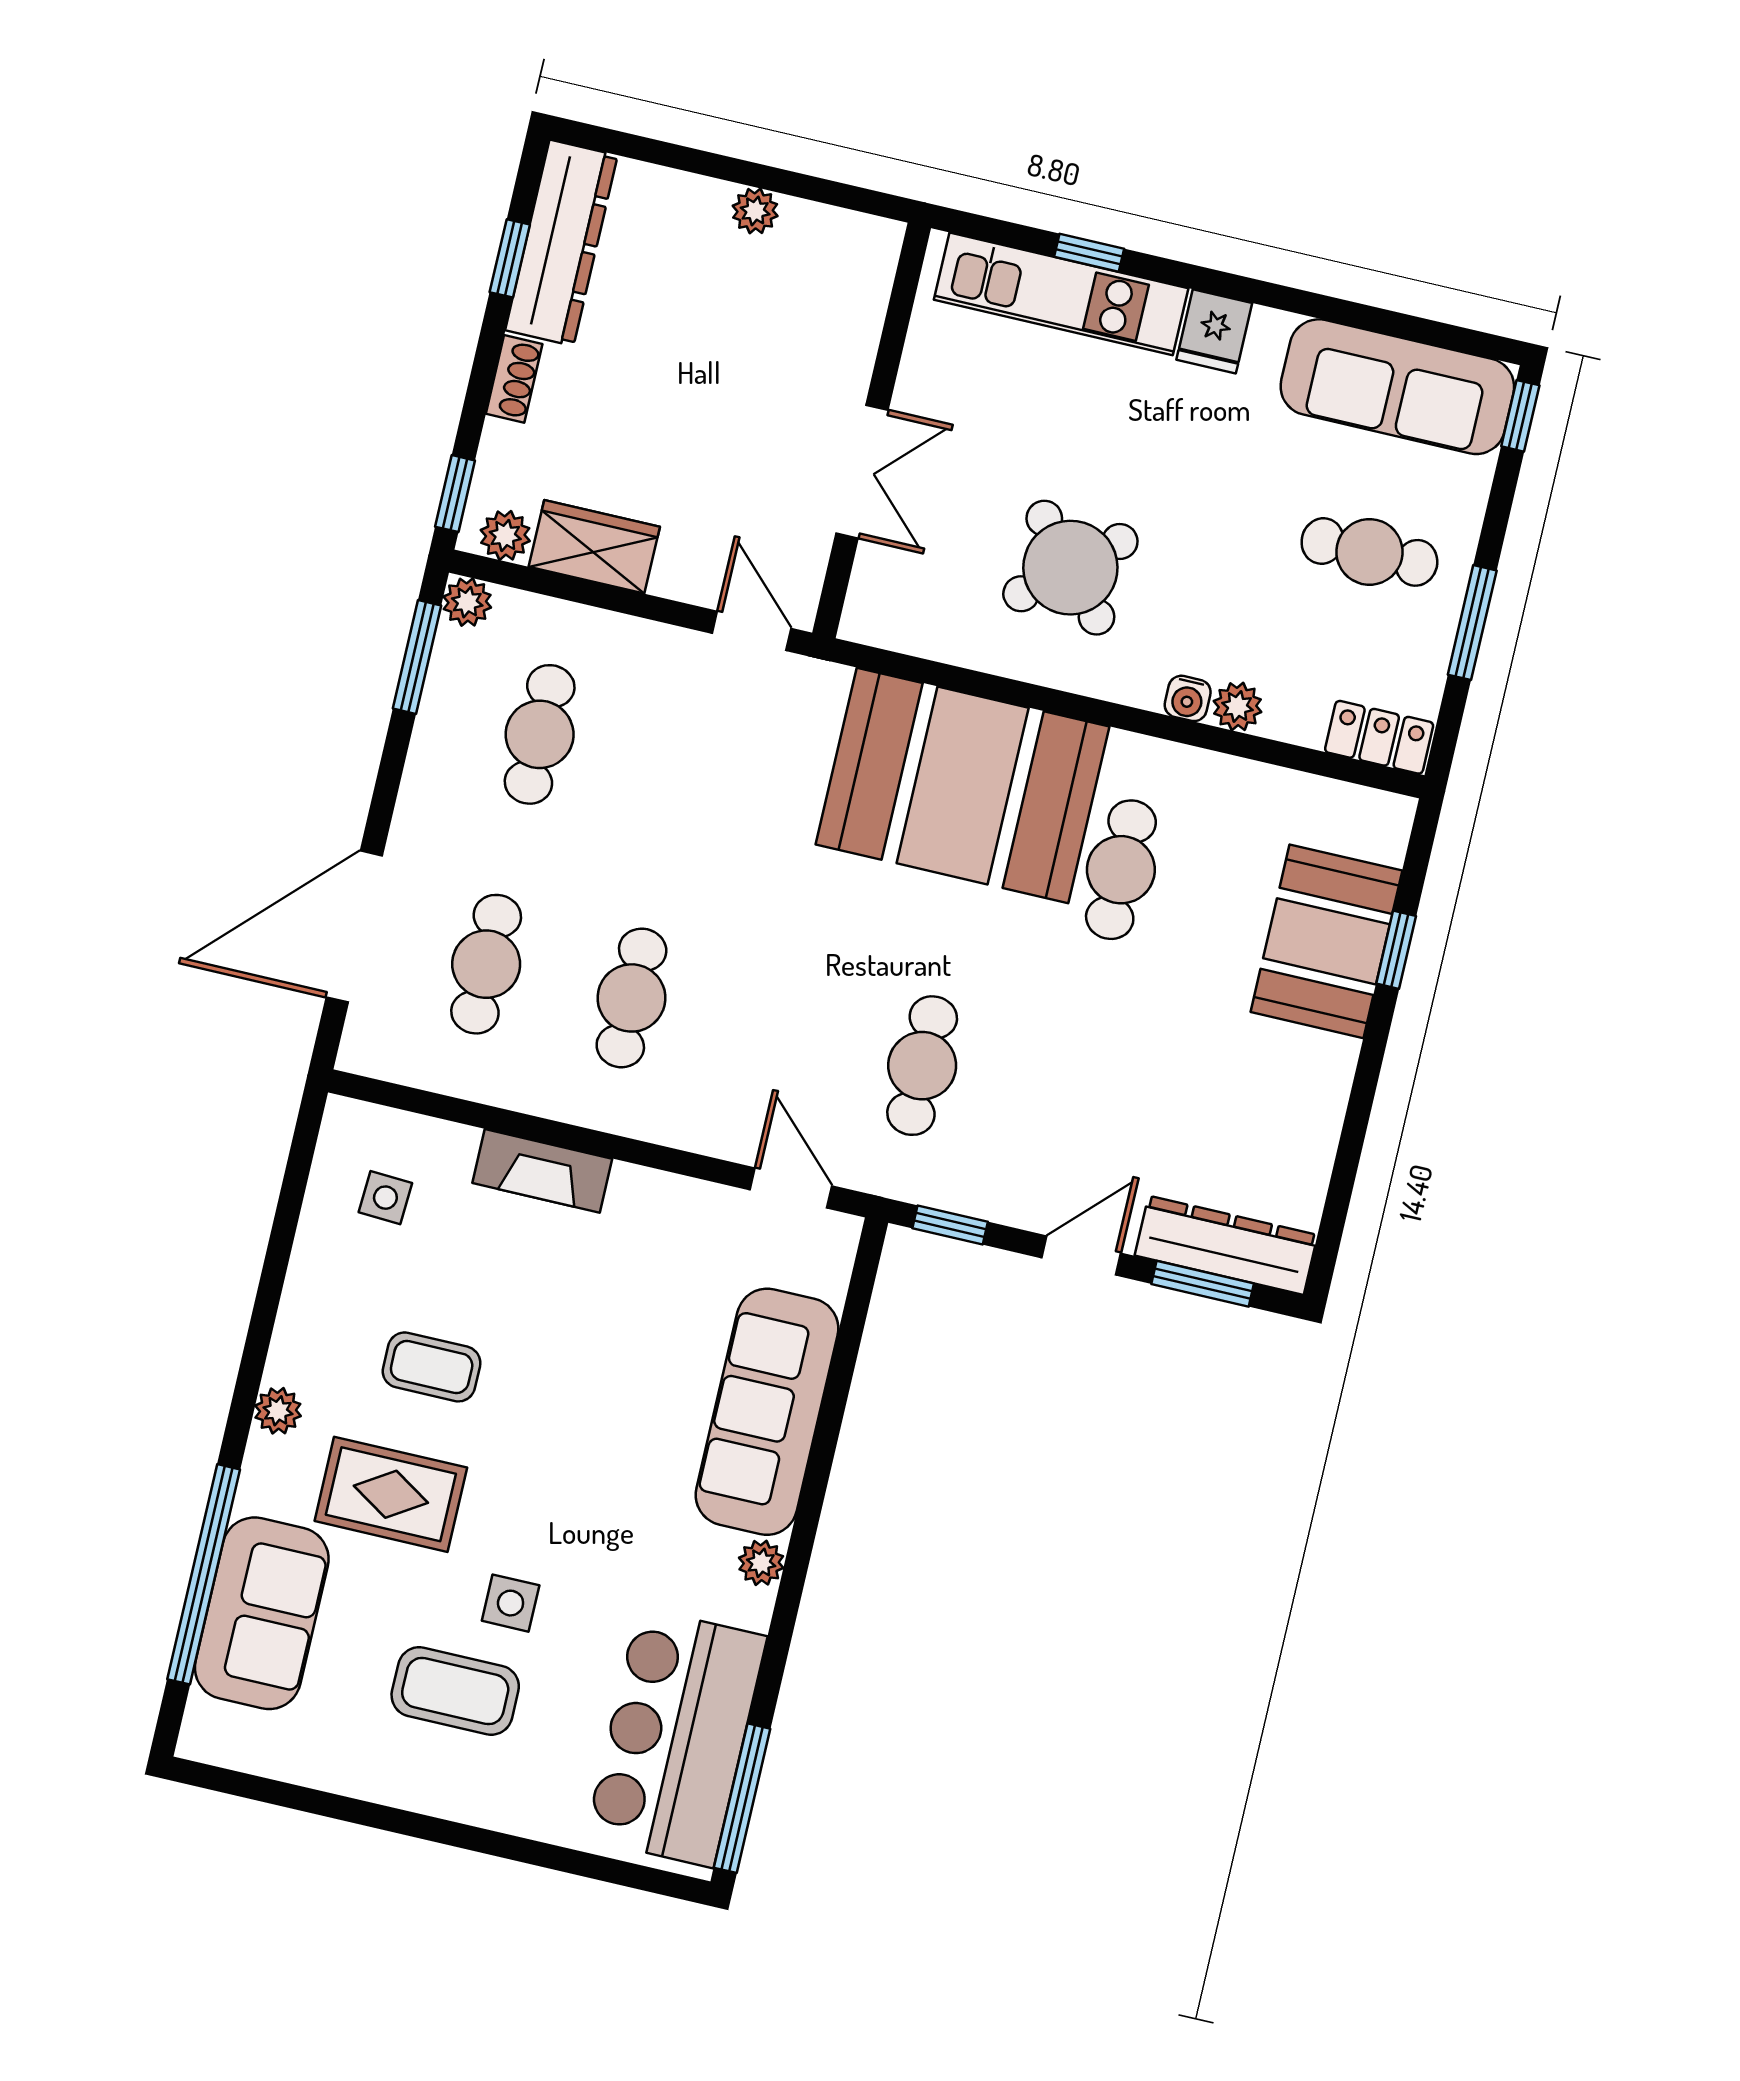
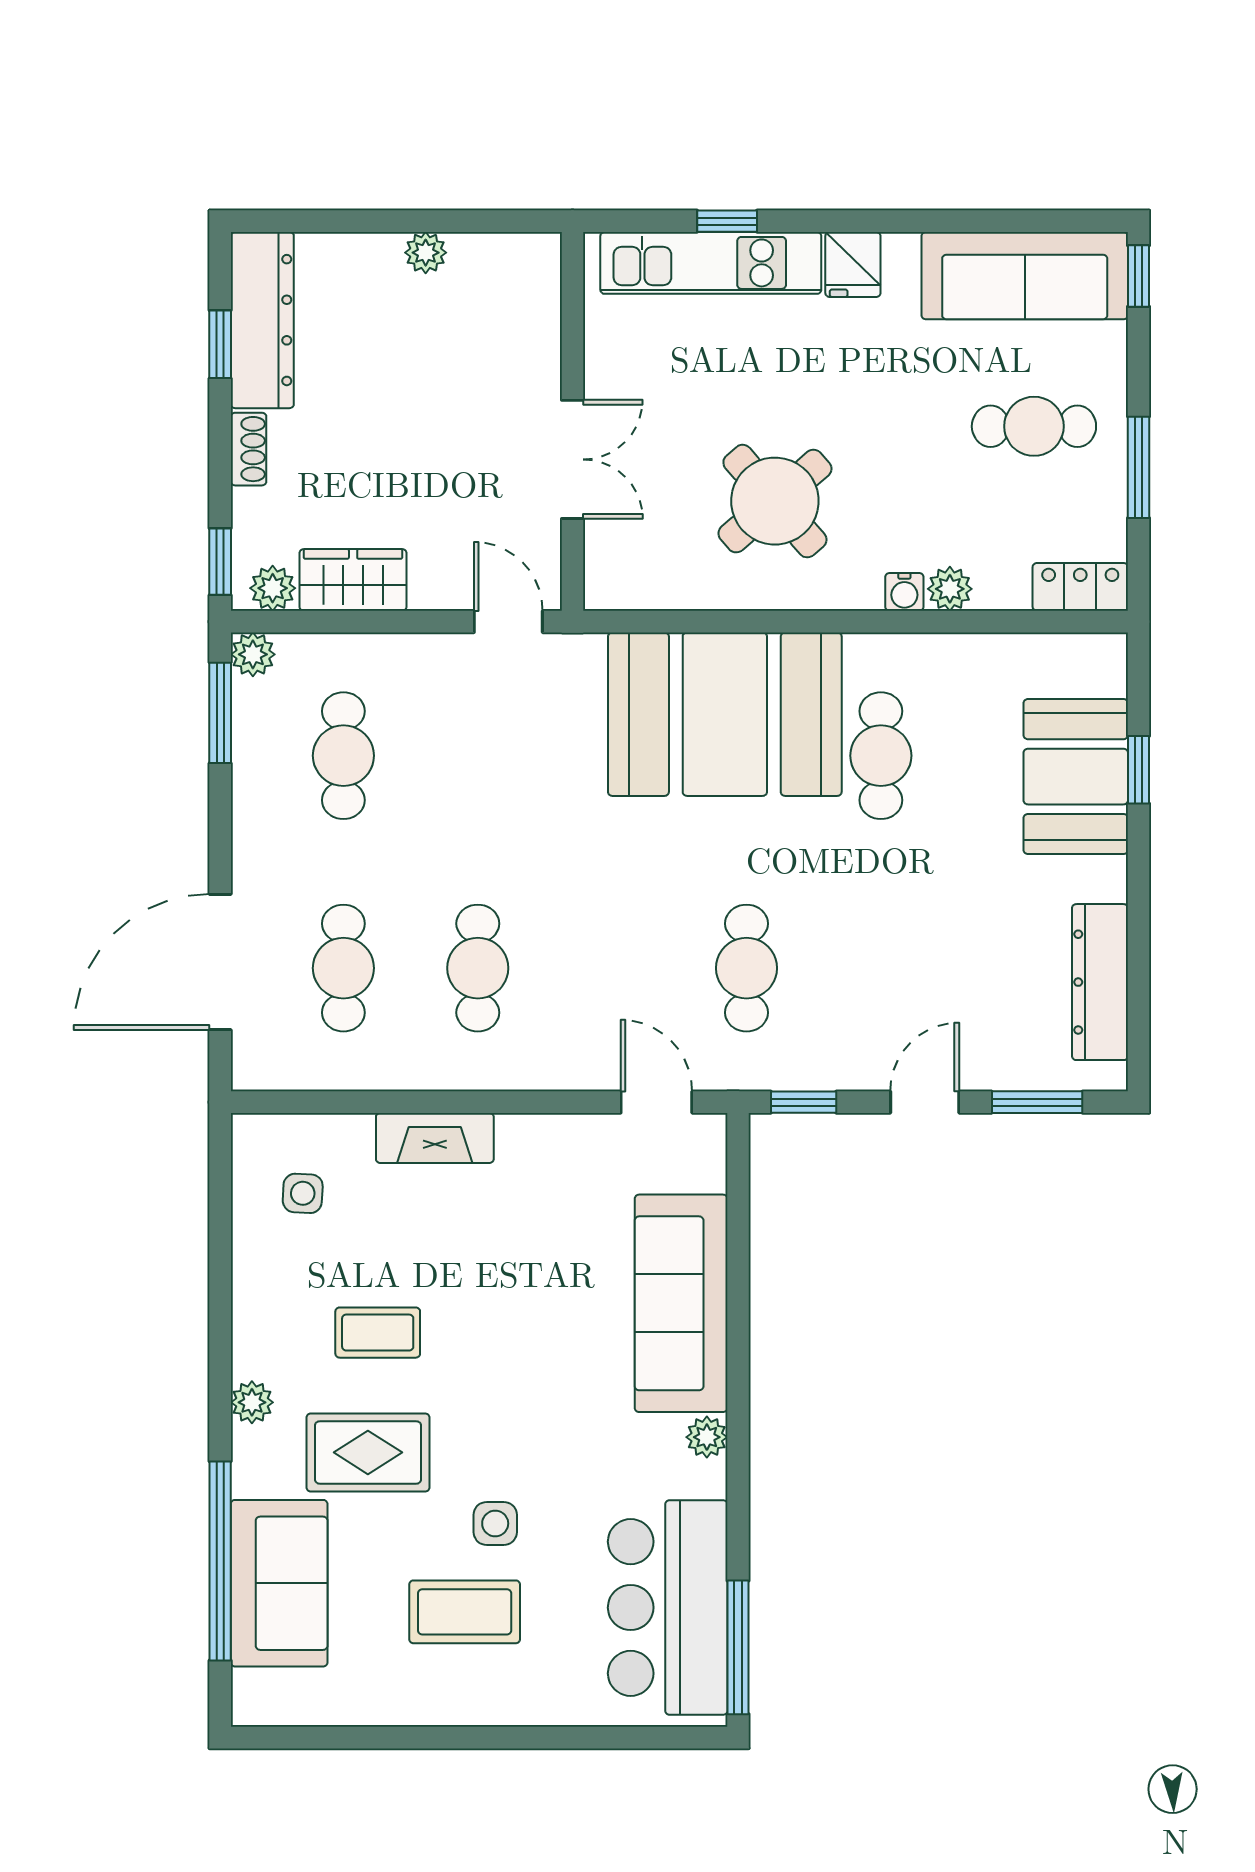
dresser: (1226, 1245) -> (1100, 982), moved, turned -90

